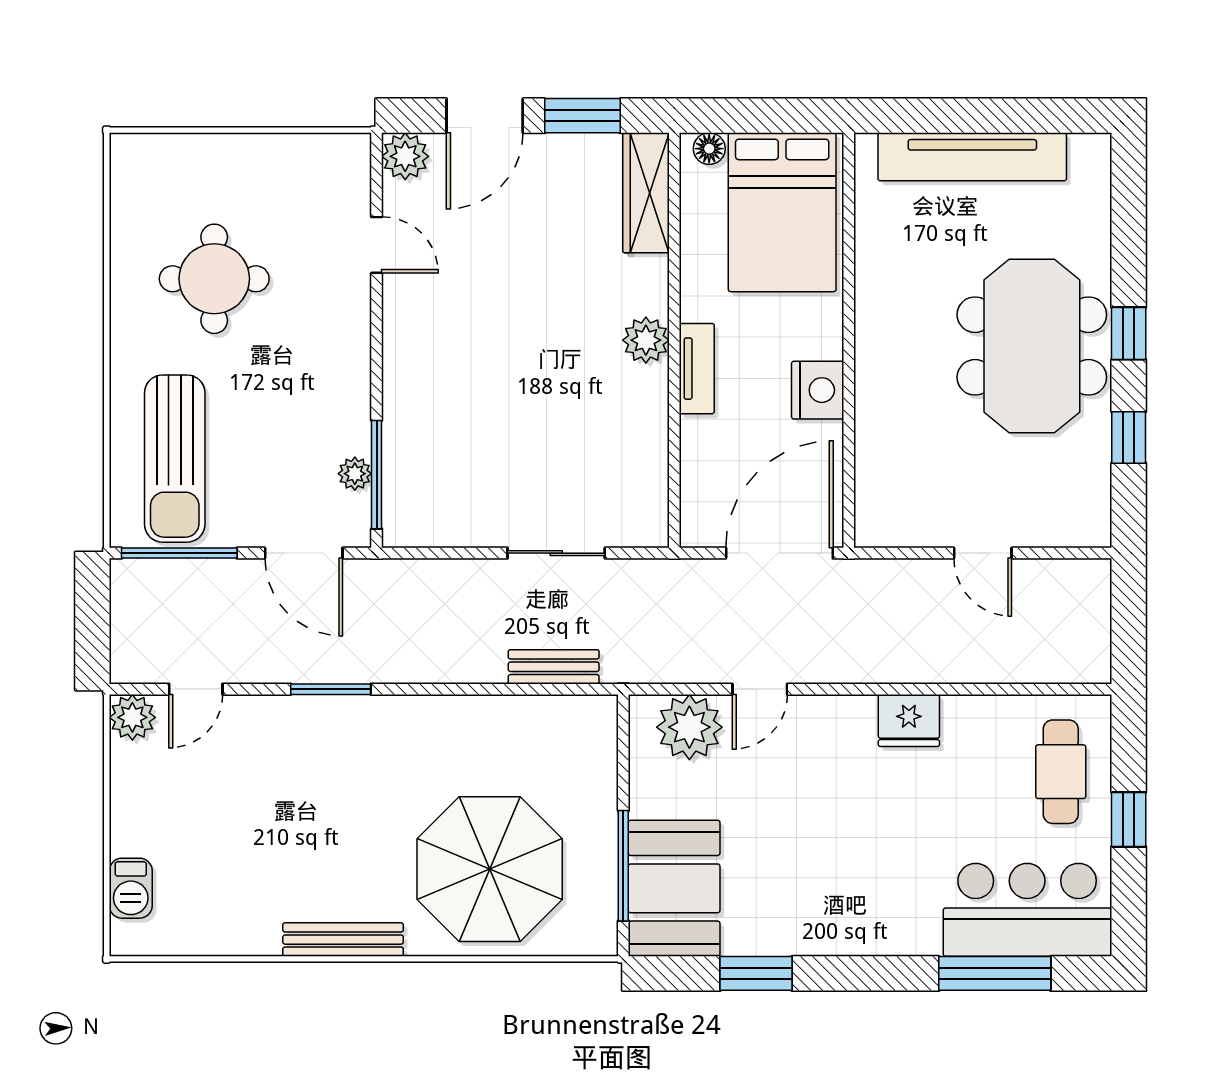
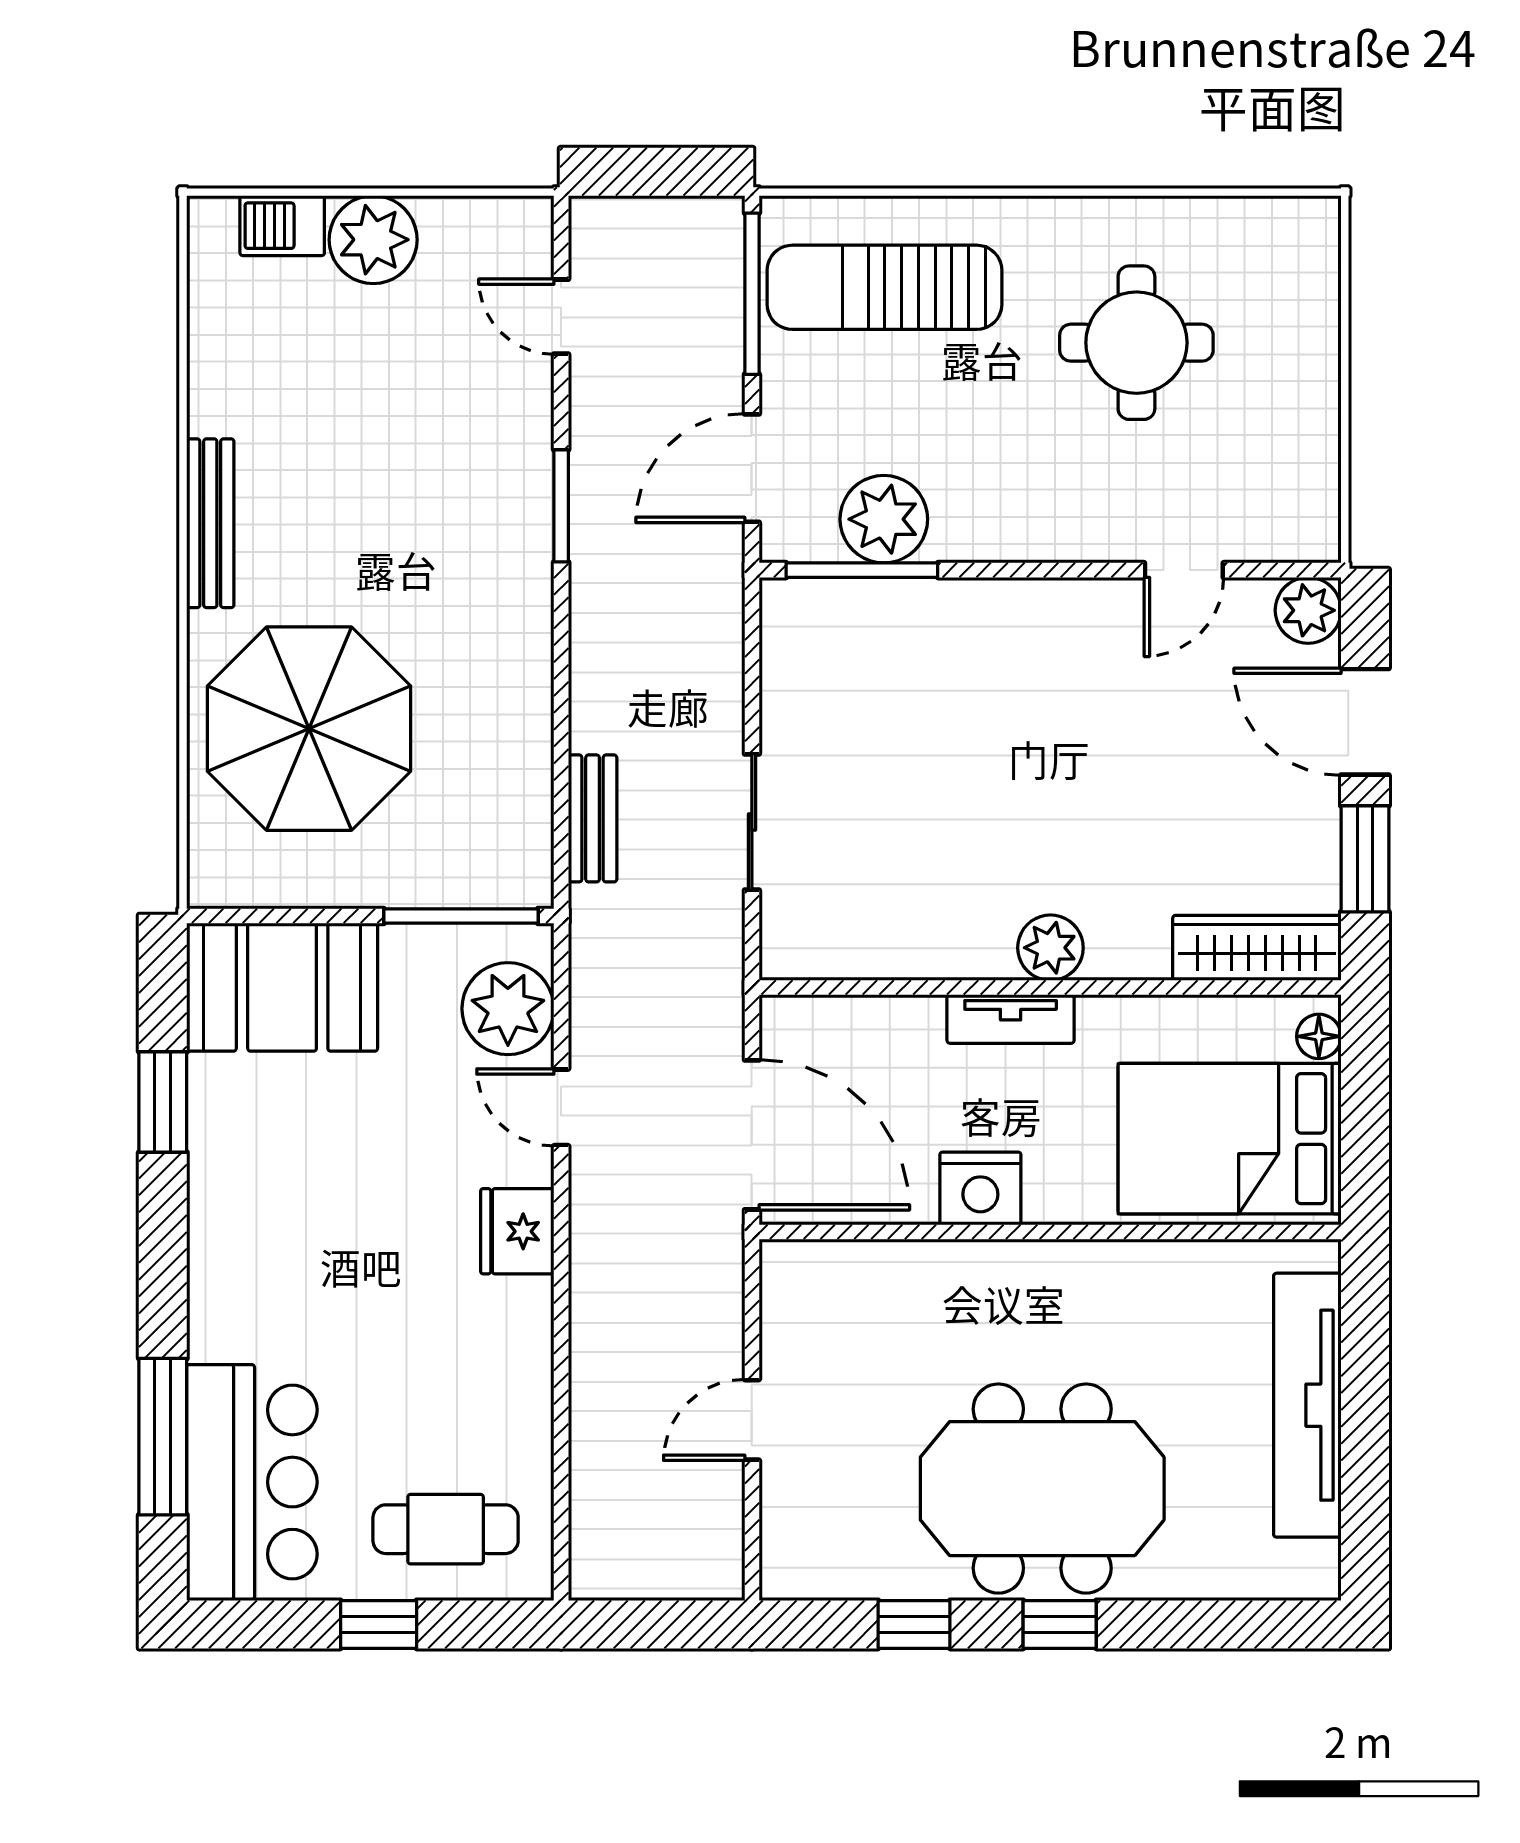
plant: (355, 474) -> (884, 519), width x1.88, depth x1.88
plant: (132, 717) -> (373, 240), moved, width x1.36, depth x1.36
fridge: (909, 721) -> (517, 1231), moved
window: (623, 866) -> (461, 916), moved

